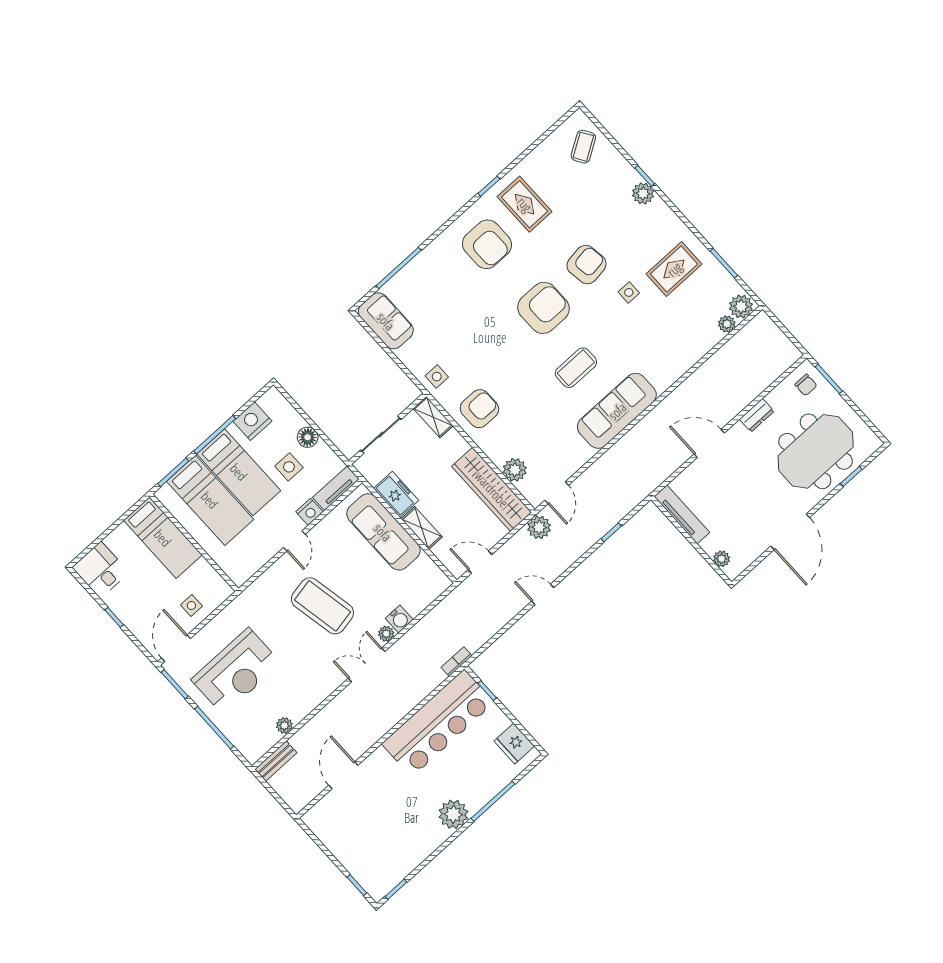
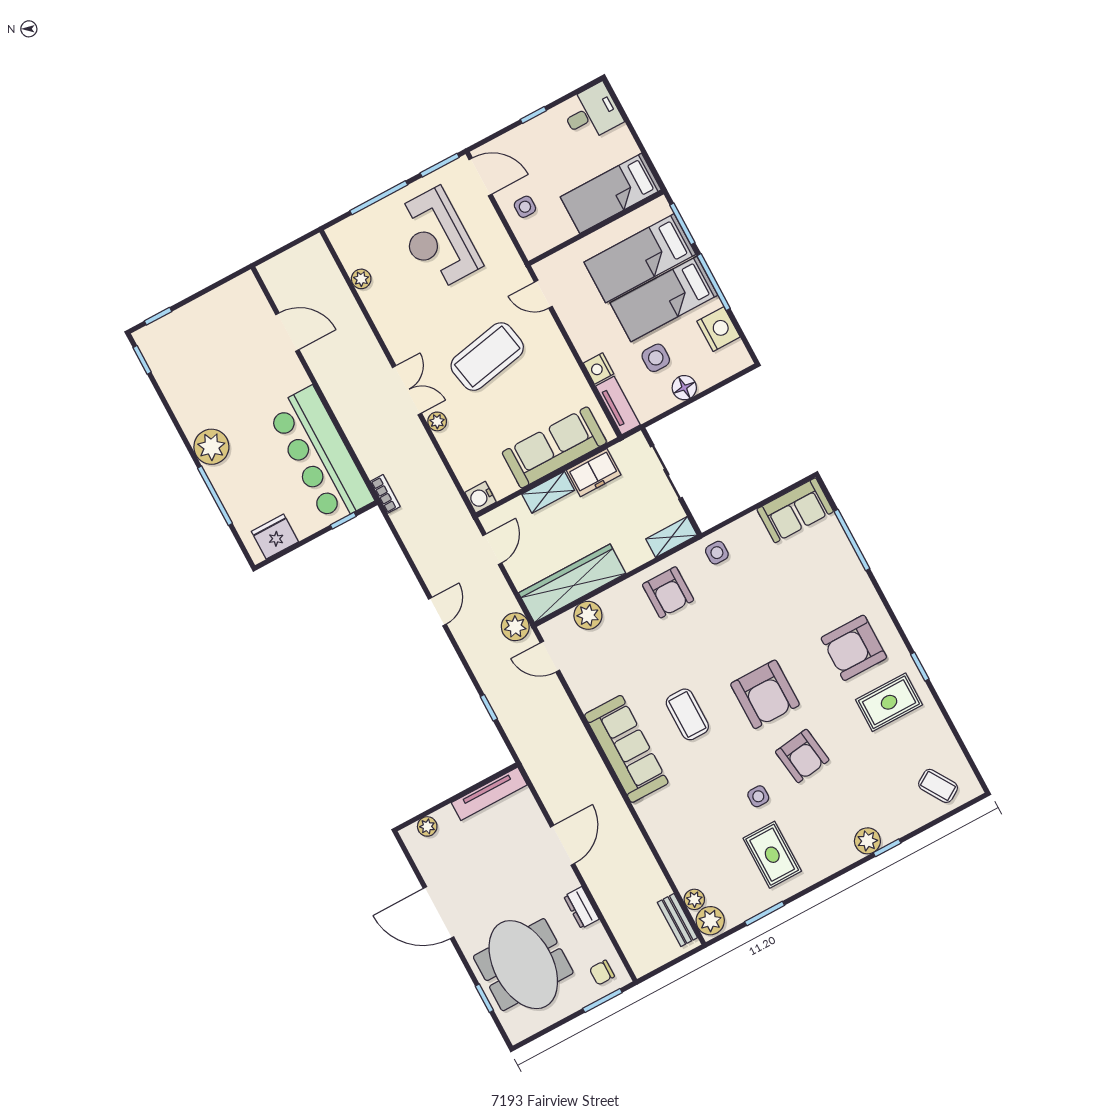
door: (294, 541) -> (543, 294), moved
water cooler: (399, 619) -> (481, 497), moved
bench: (276, 761) -> (677, 920), moved

